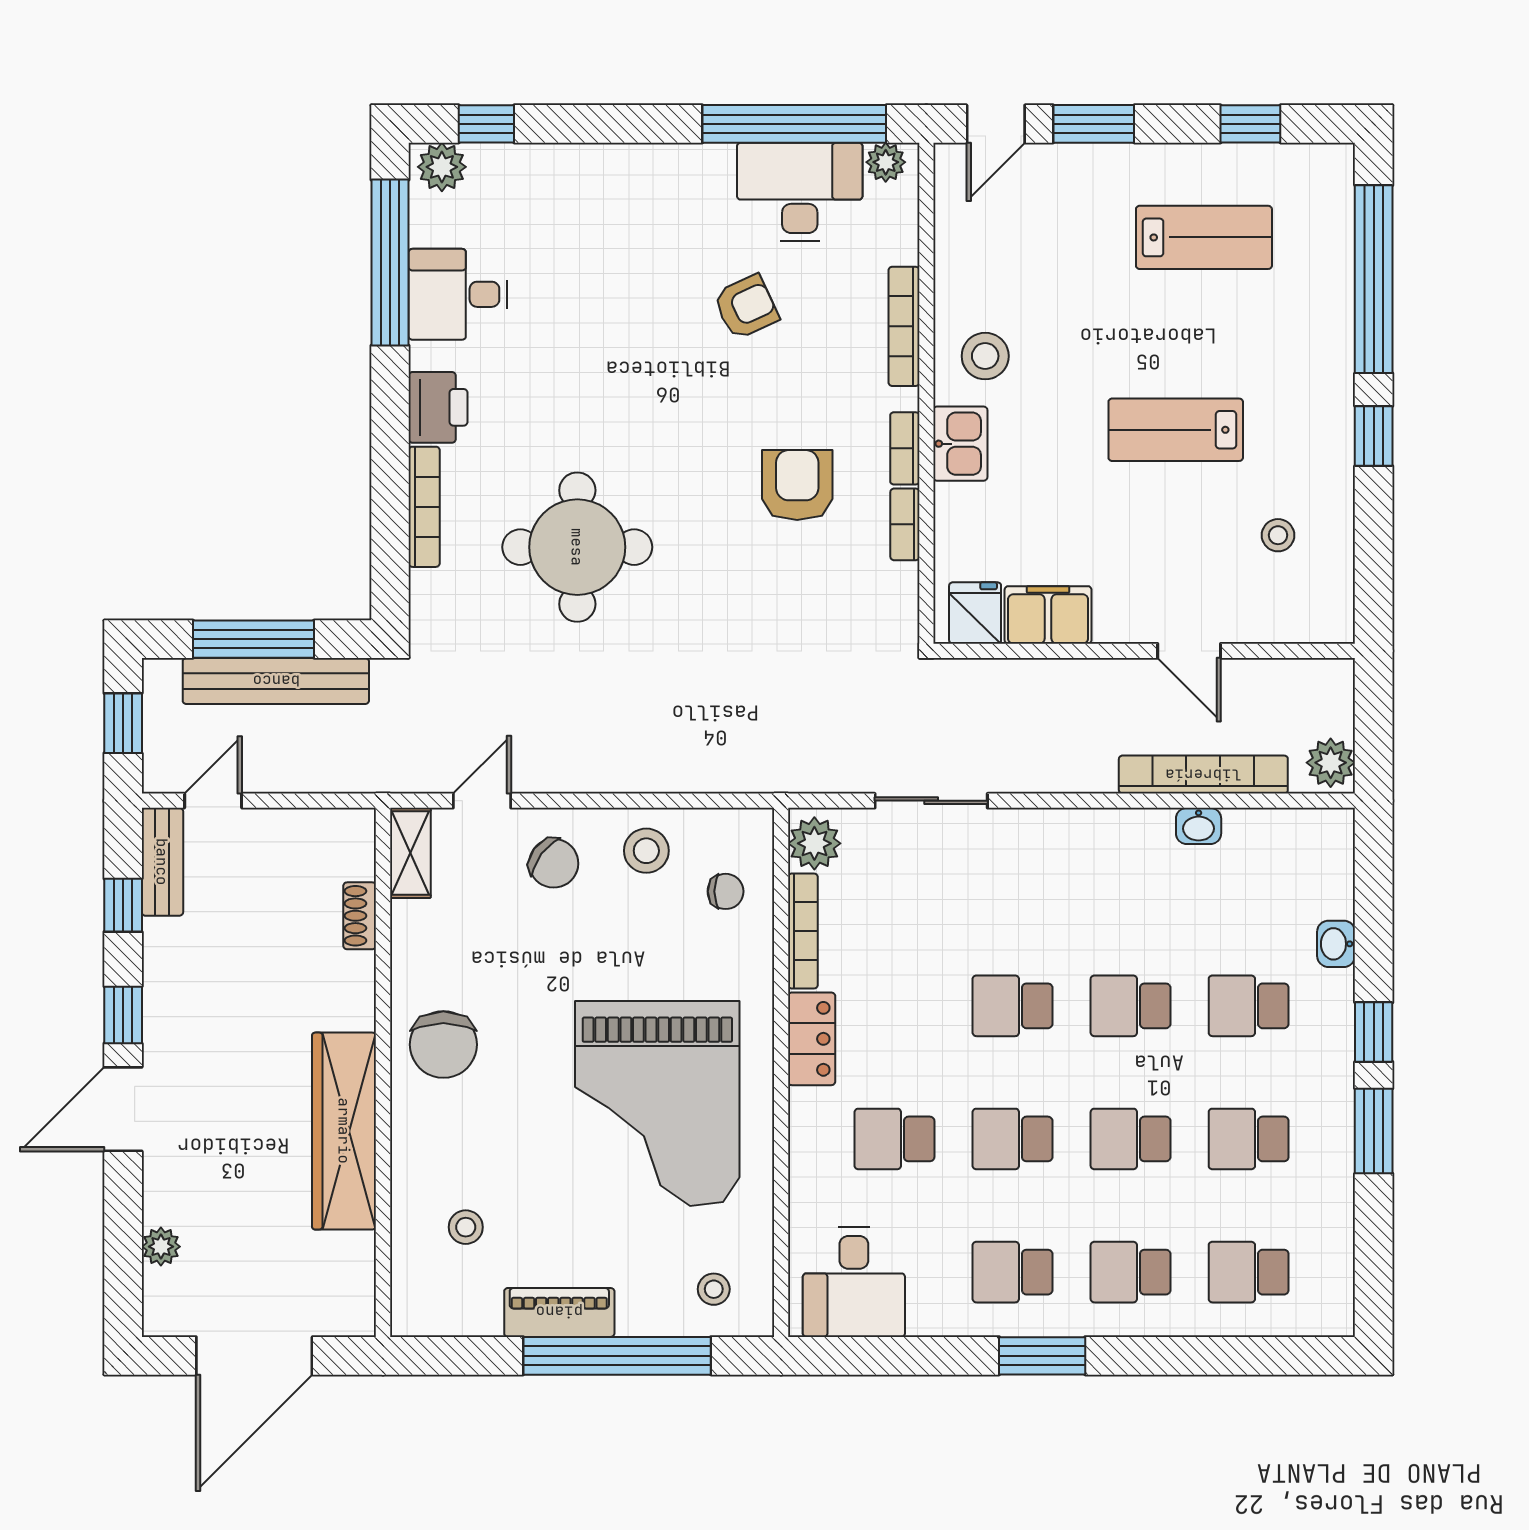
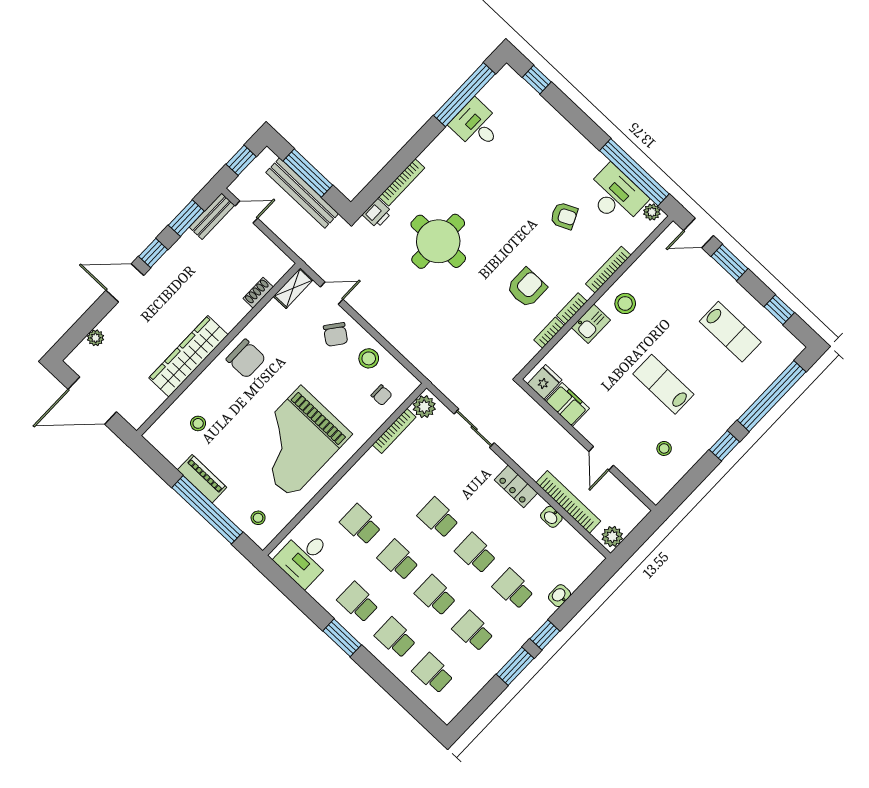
plant: (442, 167) -> (510, 80), removed
printer: (438, 407) -> (377, 213), moved, width x0.73, depth x0.81
window: (123, 905) -> (186, 218), width x1.50
locker: (812, 1039) -> (516, 486), moved, turned 90
chair: (443, 1045) -> (246, 359), turned -90

